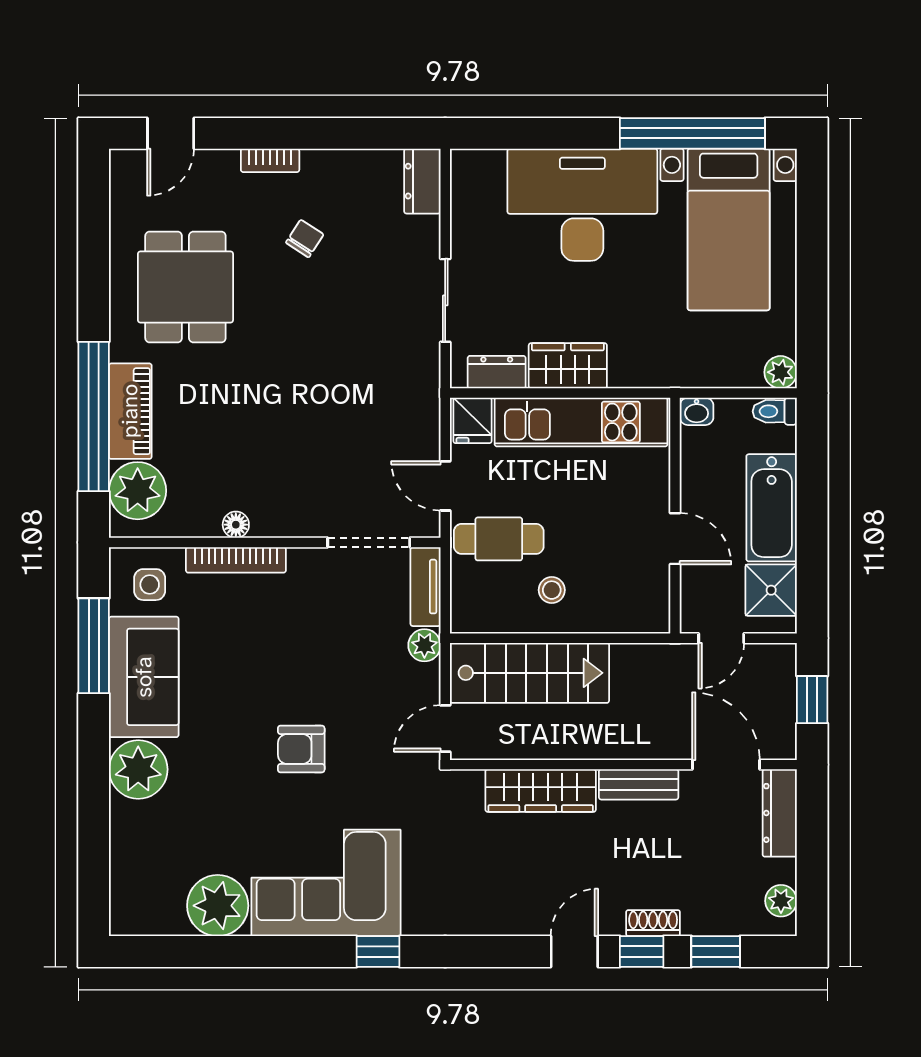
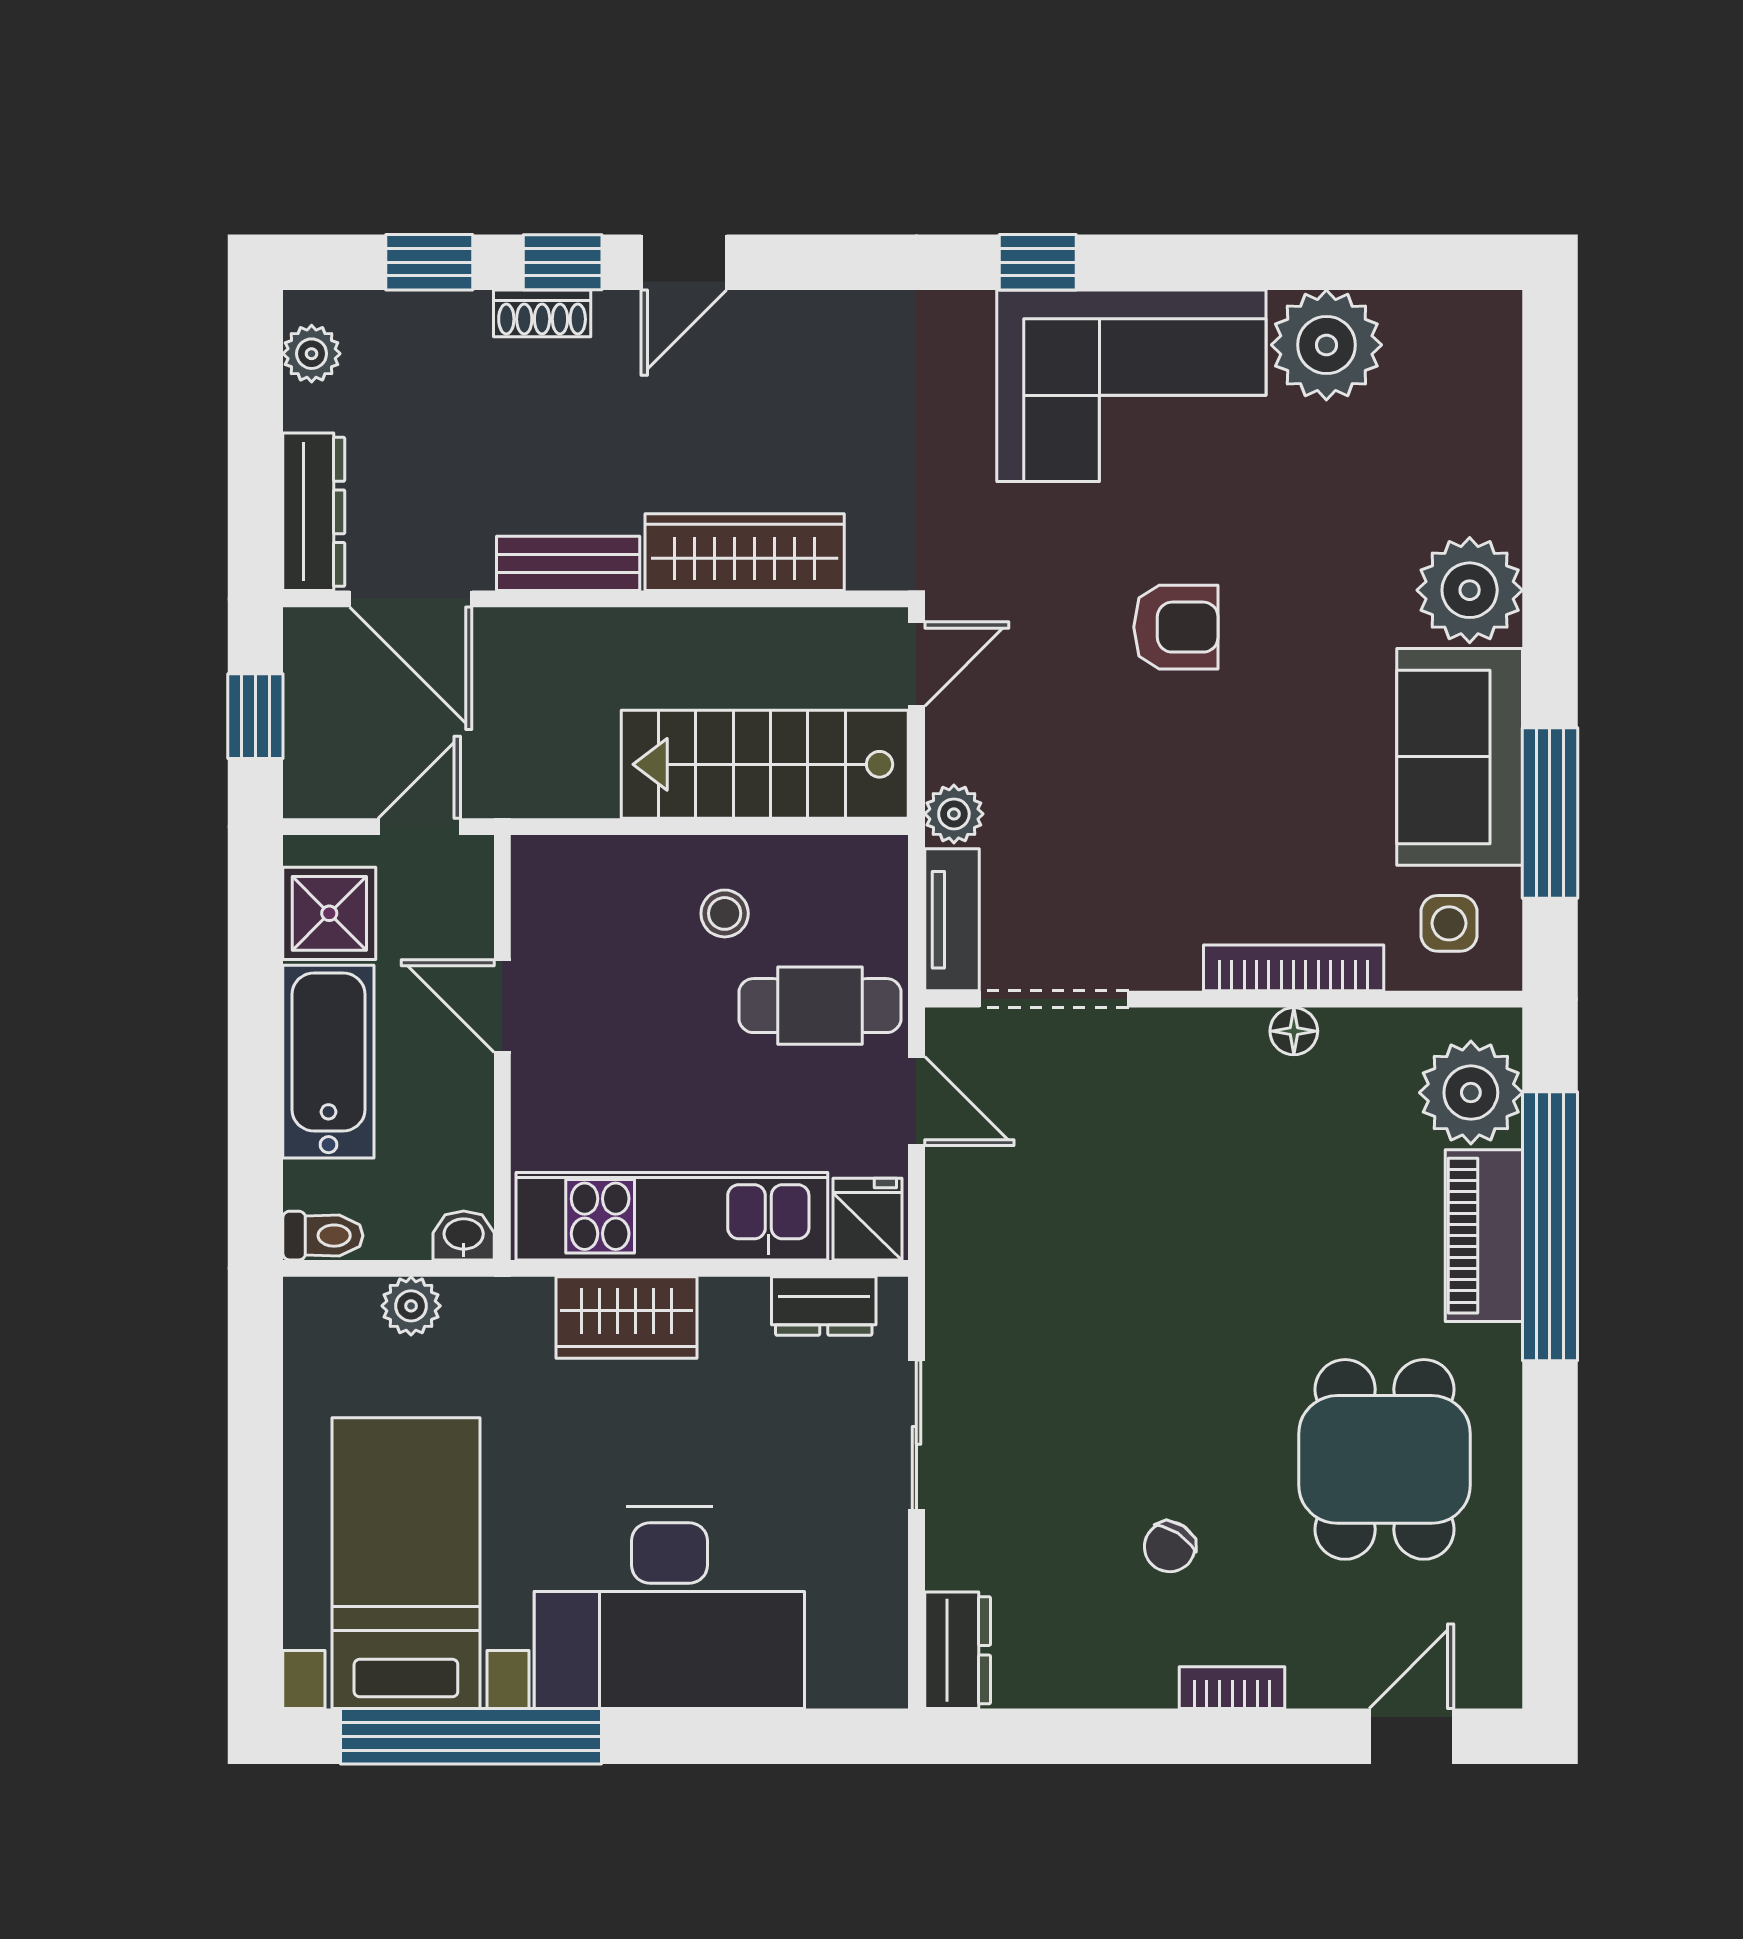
wardrobe: (568, 366) -> (626, 1317), moved
plant: (781, 372) -> (411, 1306), moved

